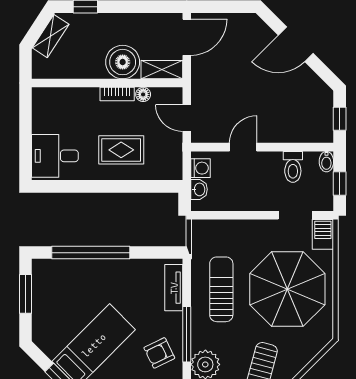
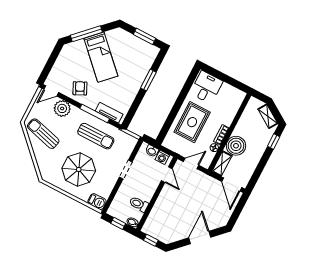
door: (243, 147) -> (167, 175), moved
rug: (121, 150) -> (192, 122), width x1.36, depth x1.43
doorway: (295, 215) -> (126, 170), moved
window: (91, 253) -> (148, 80), width x0.47
parasol: (287, 289) -> (79, 169), width x0.73, depth x0.73
window: (187, 334) -> (95, 113), moved

